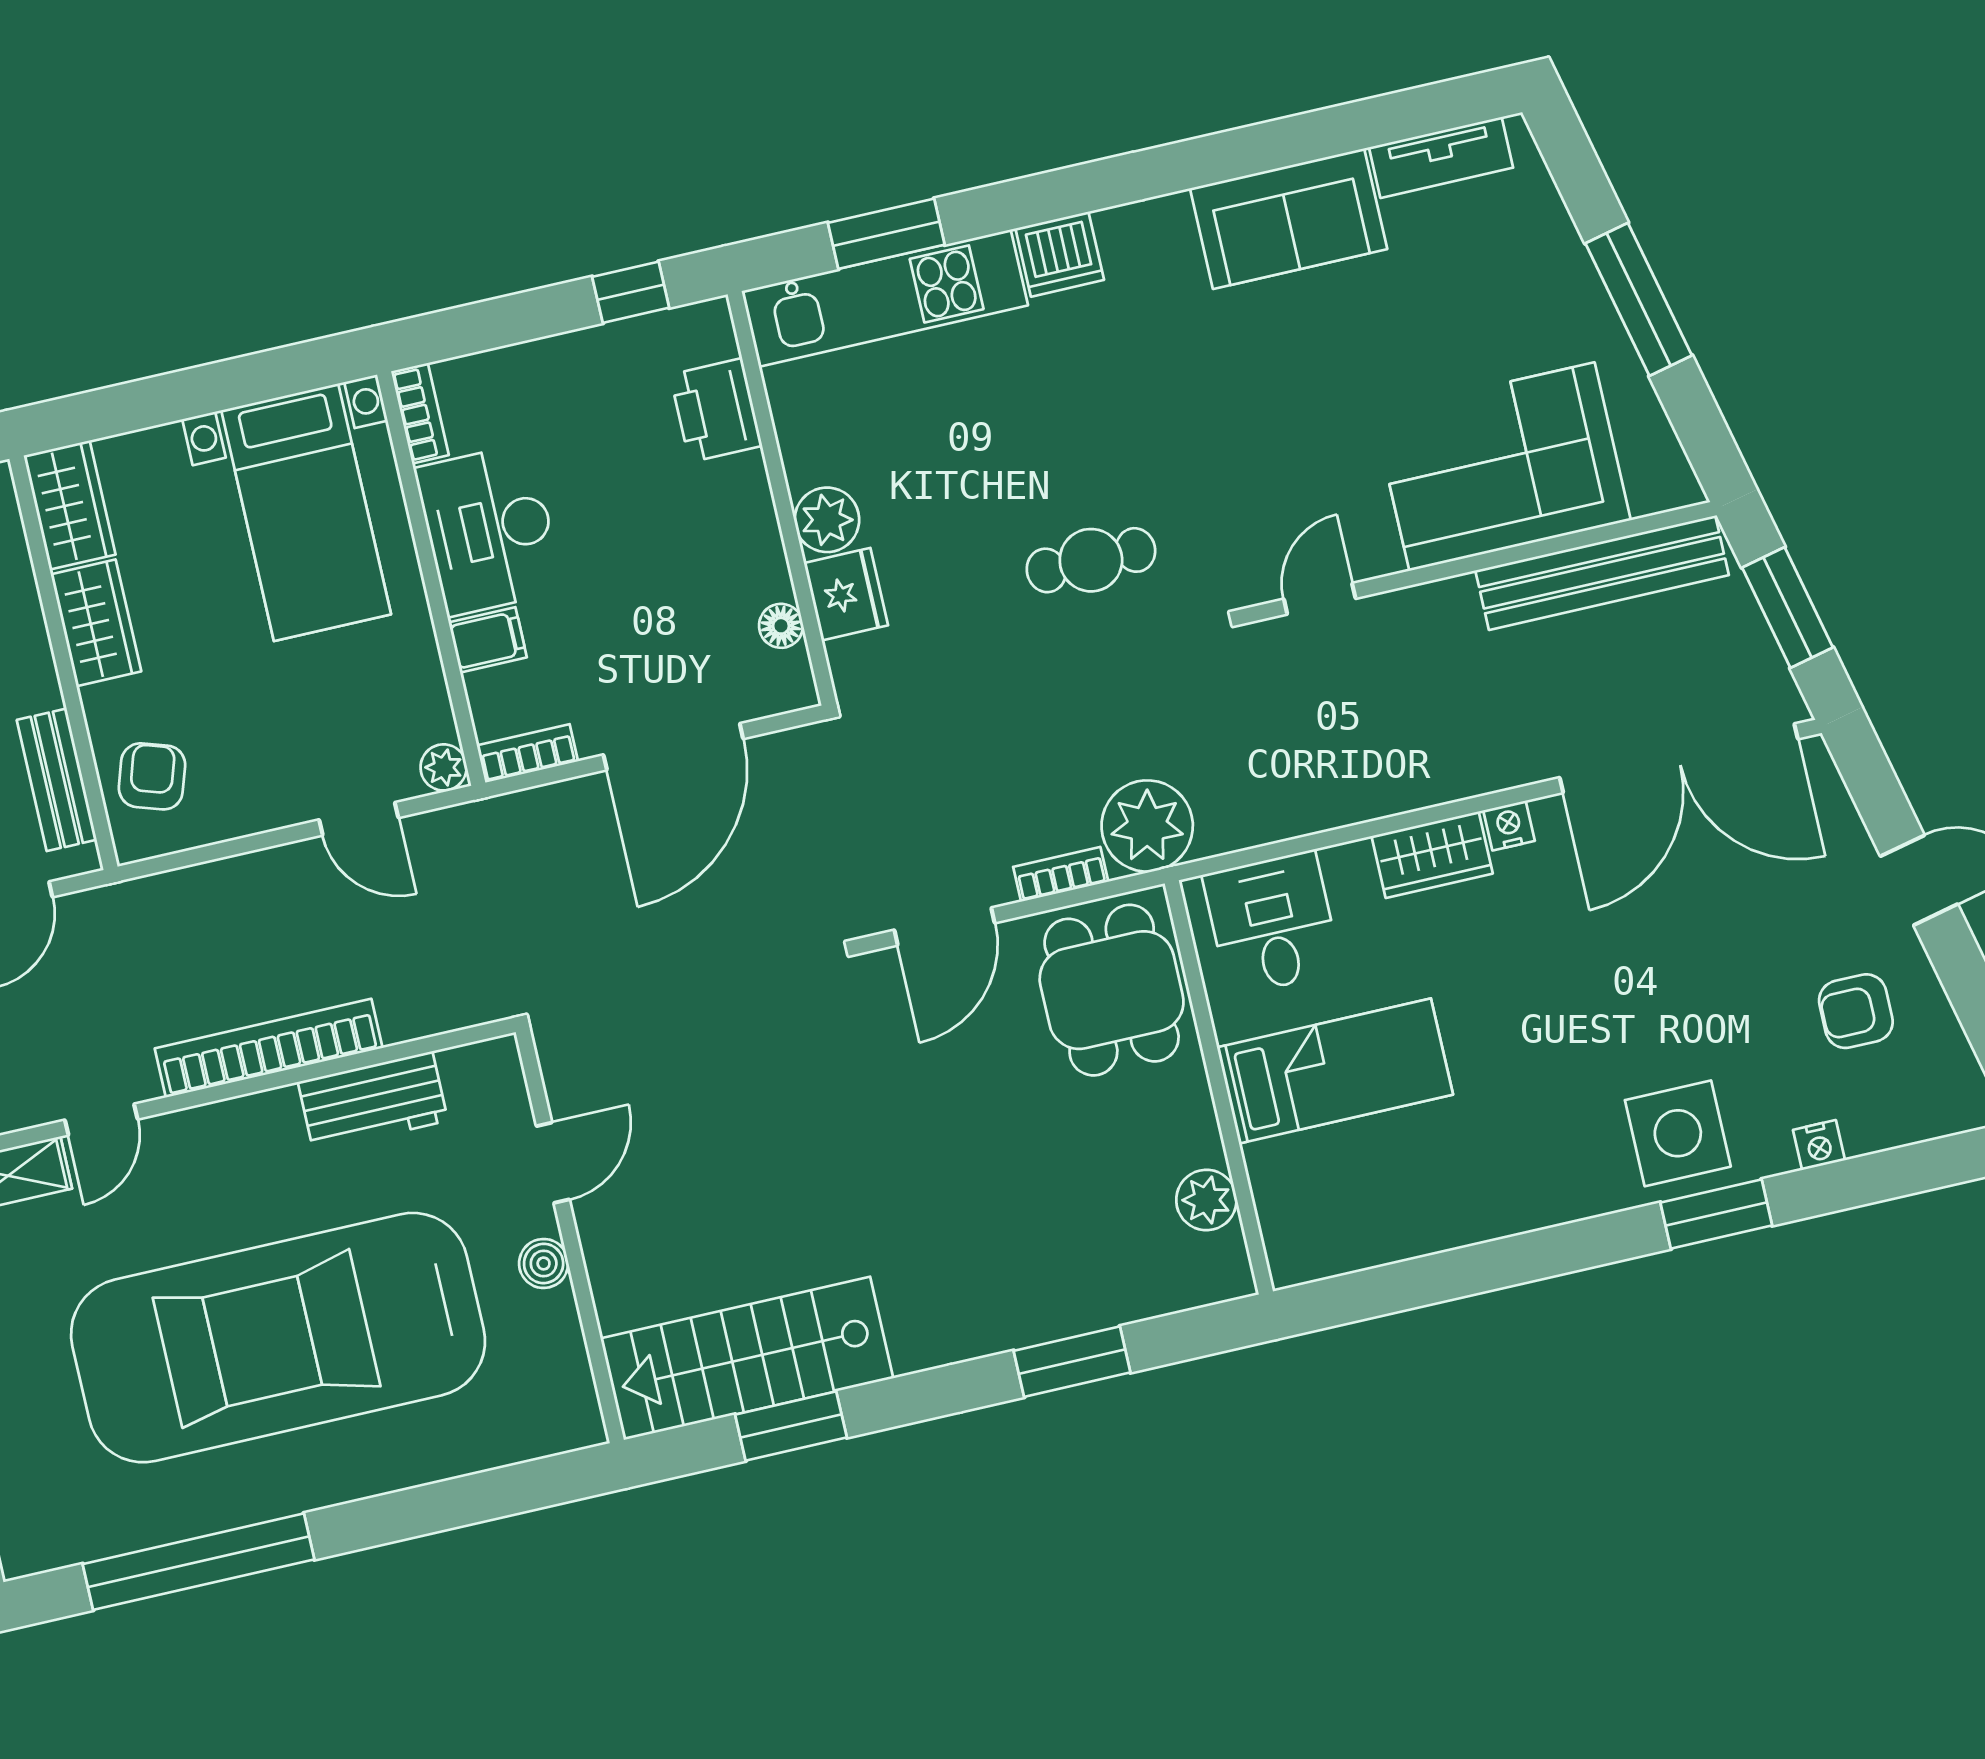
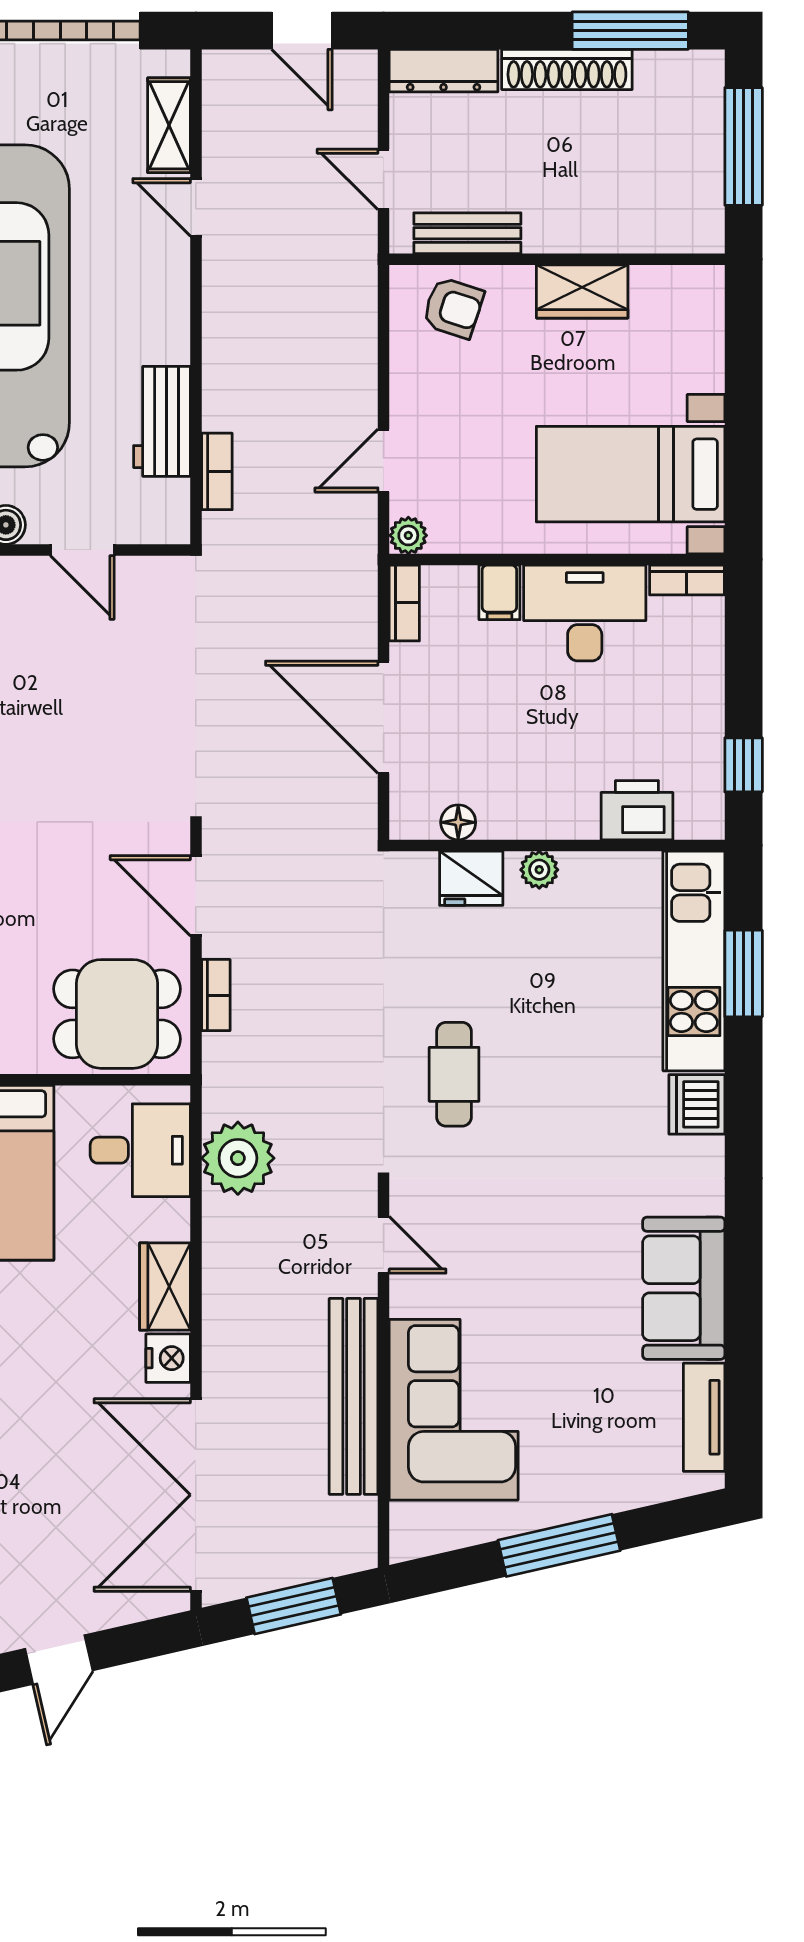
wardrobe: (70, 505) -> (678, 292), removed
plant: (827, 520) -> (539, 870), width x0.73, depth x0.73
bench: (1602, 573) -> (354, 1396), moved
plant: (1147, 826) -> (238, 1158), moved
nightstand: (1509, 826) -> (168, 1358), width x1.39, depth x1.35
bookcase: (269, 1048) -> (217, 471), moved, width x0.43, depth x0.76

